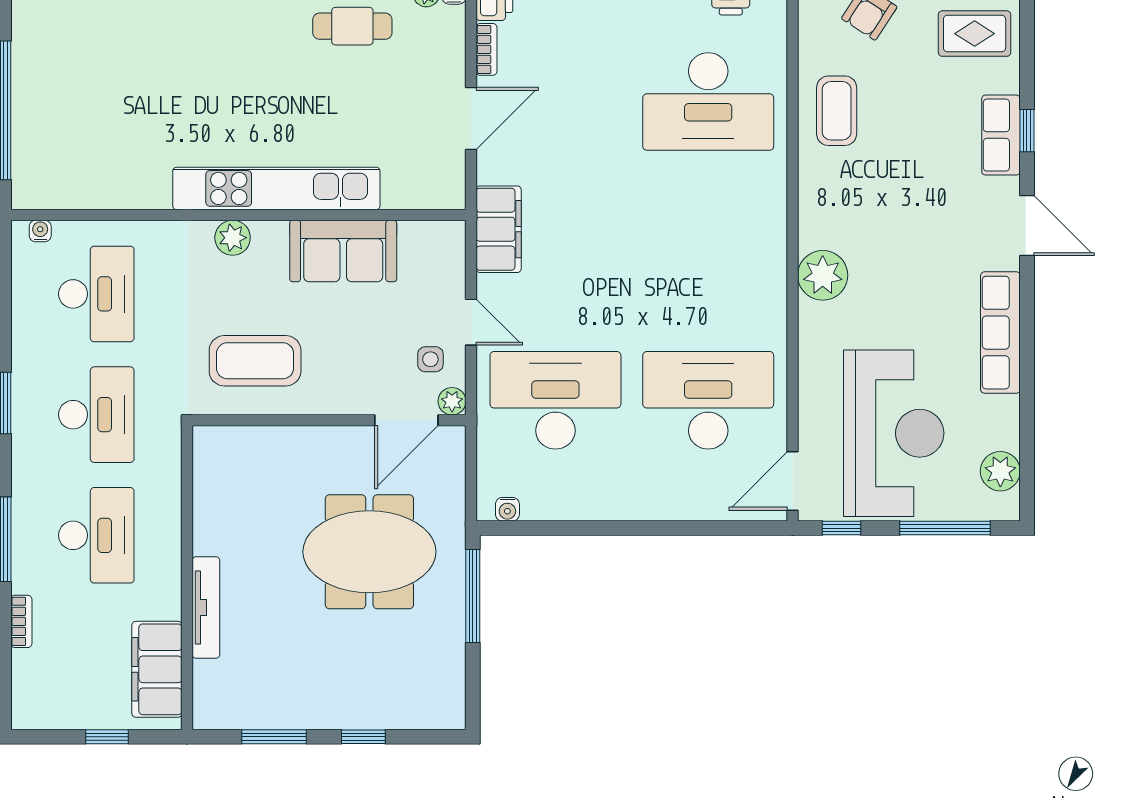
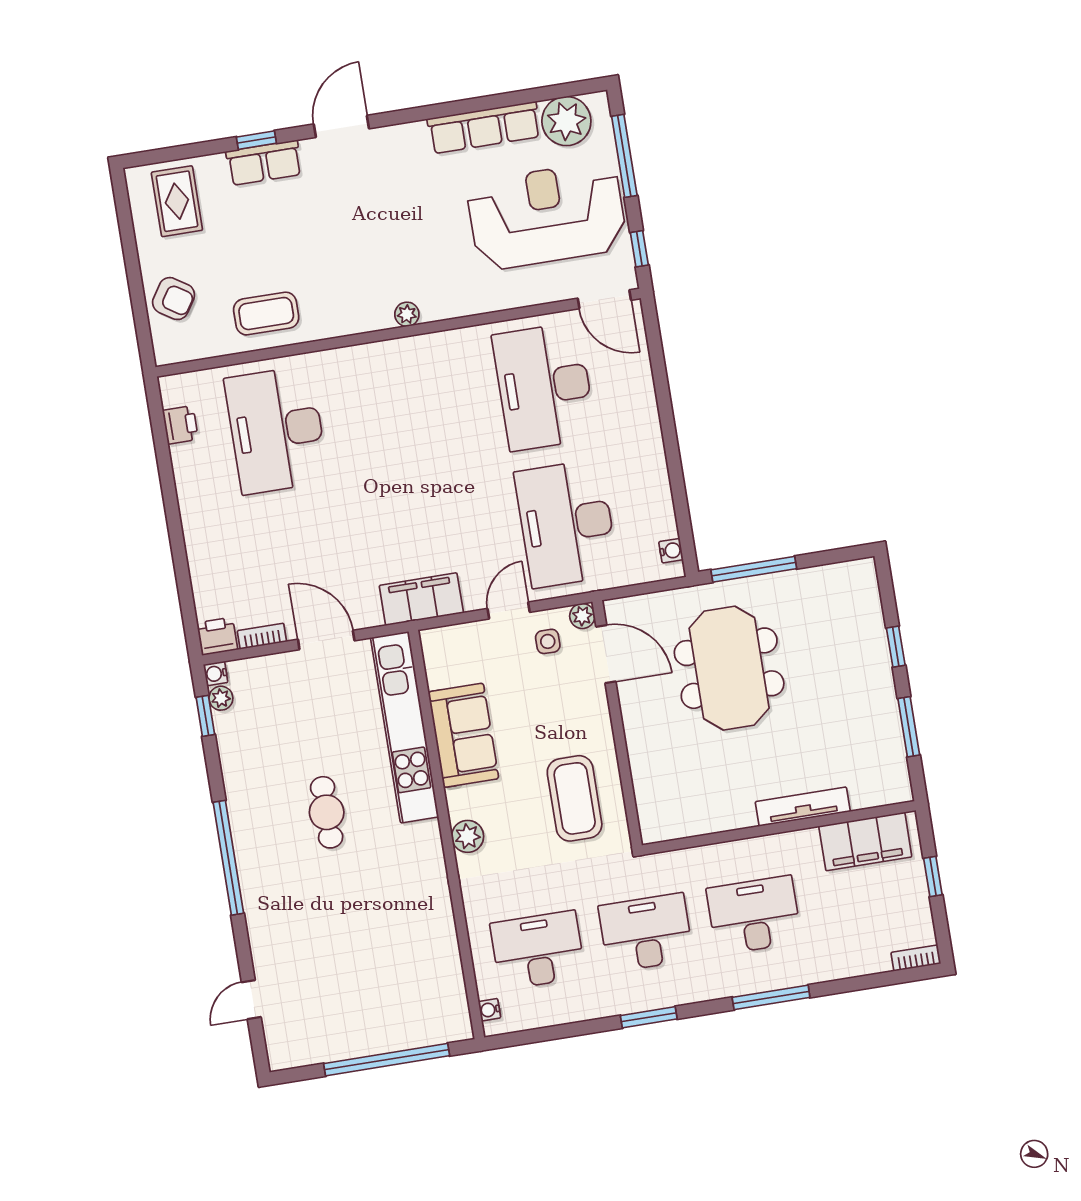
cafe table: (352, 26) -> (327, 812), moved
desk: (708, 101) -> (277, 430), turned 180
kitchen unit: (276, 188) -> (405, 727), moved
plant: (823, 275) -> (407, 314), width x0.53, depth x0.53
row of seats: (1000, 333) -> (484, 128), moved
plant: (1000, 471) -> (566, 121), width x1.36, depth x1.36
bookcase: (21, 621) -> (916, 958), moved

